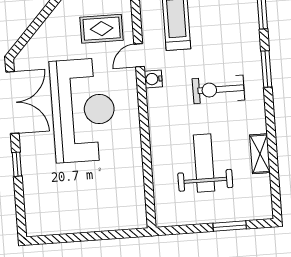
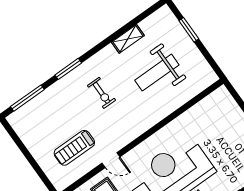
water cooler: (153, 79) -> (121, 141), removed
exercise bike: (218, 89) -> (102, 93), width x0.73, depth x0.72

